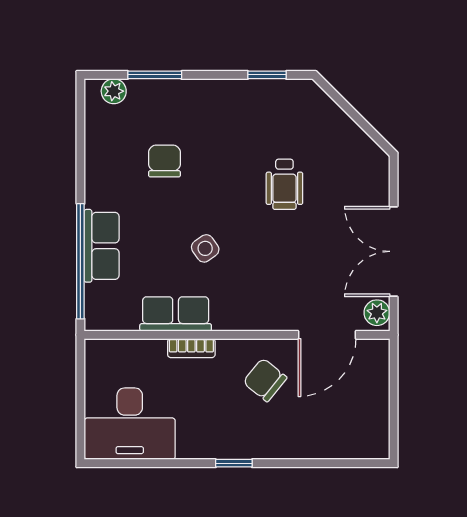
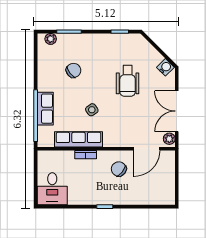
water cooler: (368, 154) -> (165, 67), added
chair: (164, 161) -> (73, 70), turned 53
wheelchair: (284, 184) -> (128, 81), width x1.36, depth x1.37
row of seats: (176, 314) -> (79, 139), width x1.48
desk: (130, 424) -> (52, 189), width x0.73

